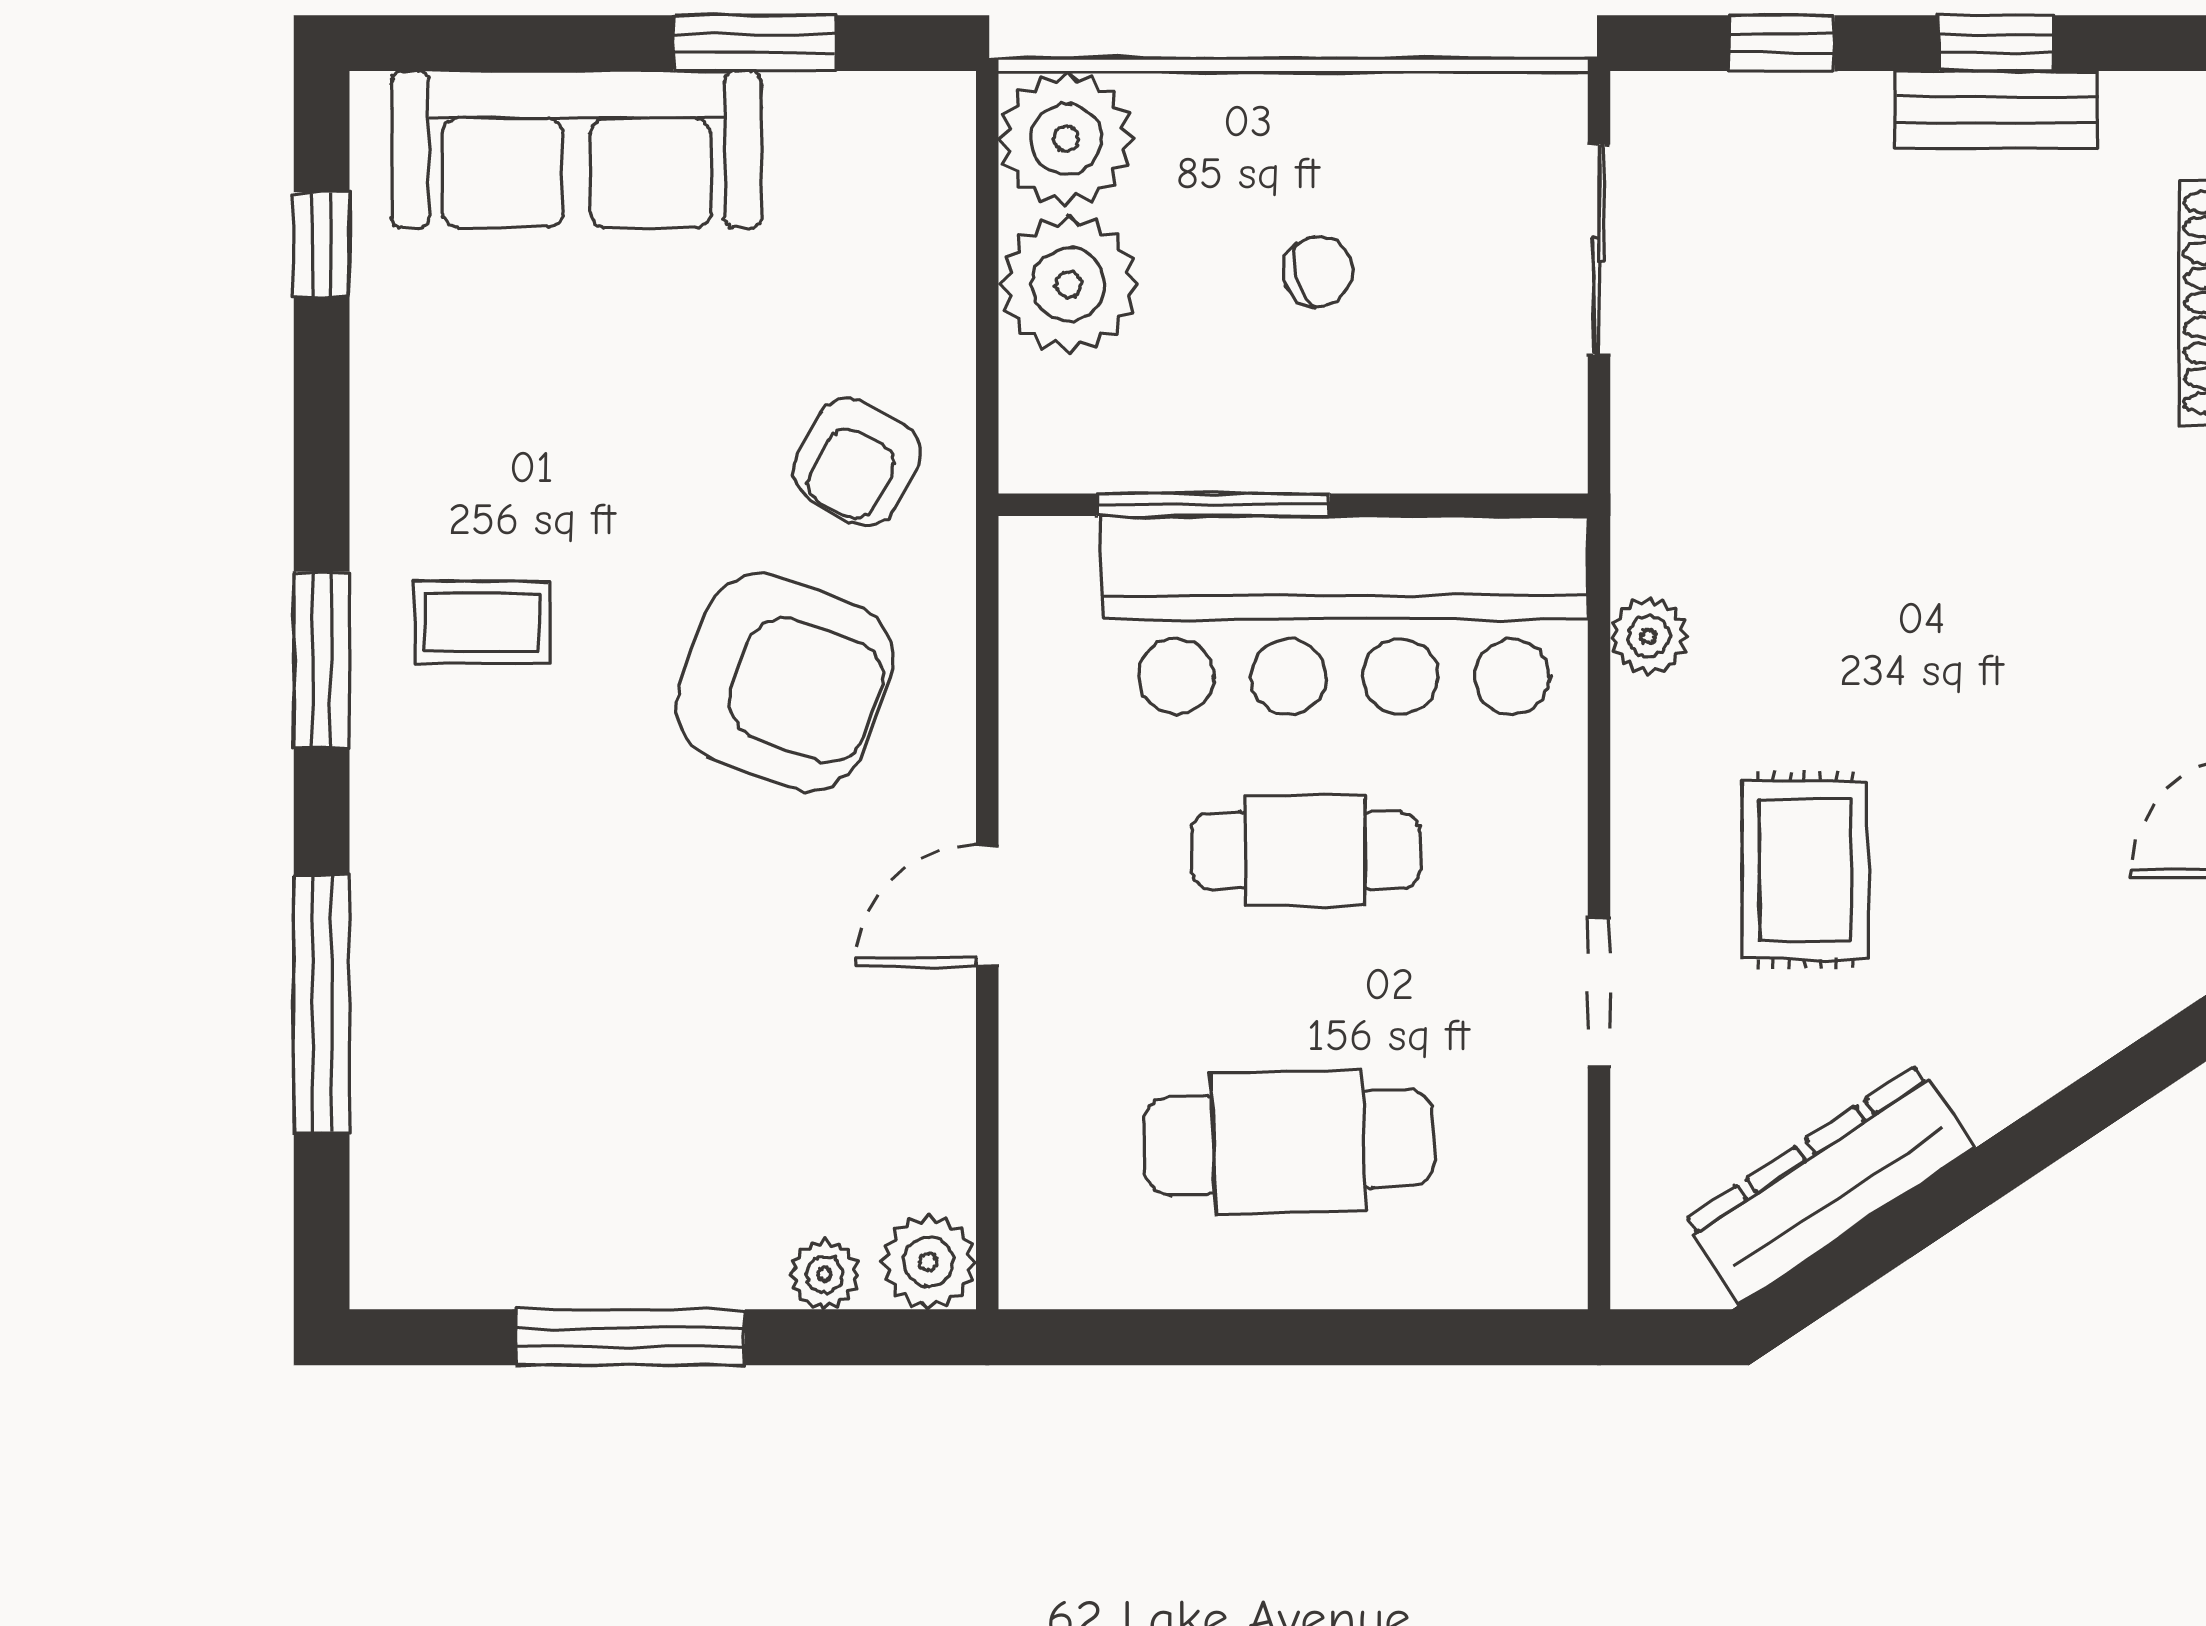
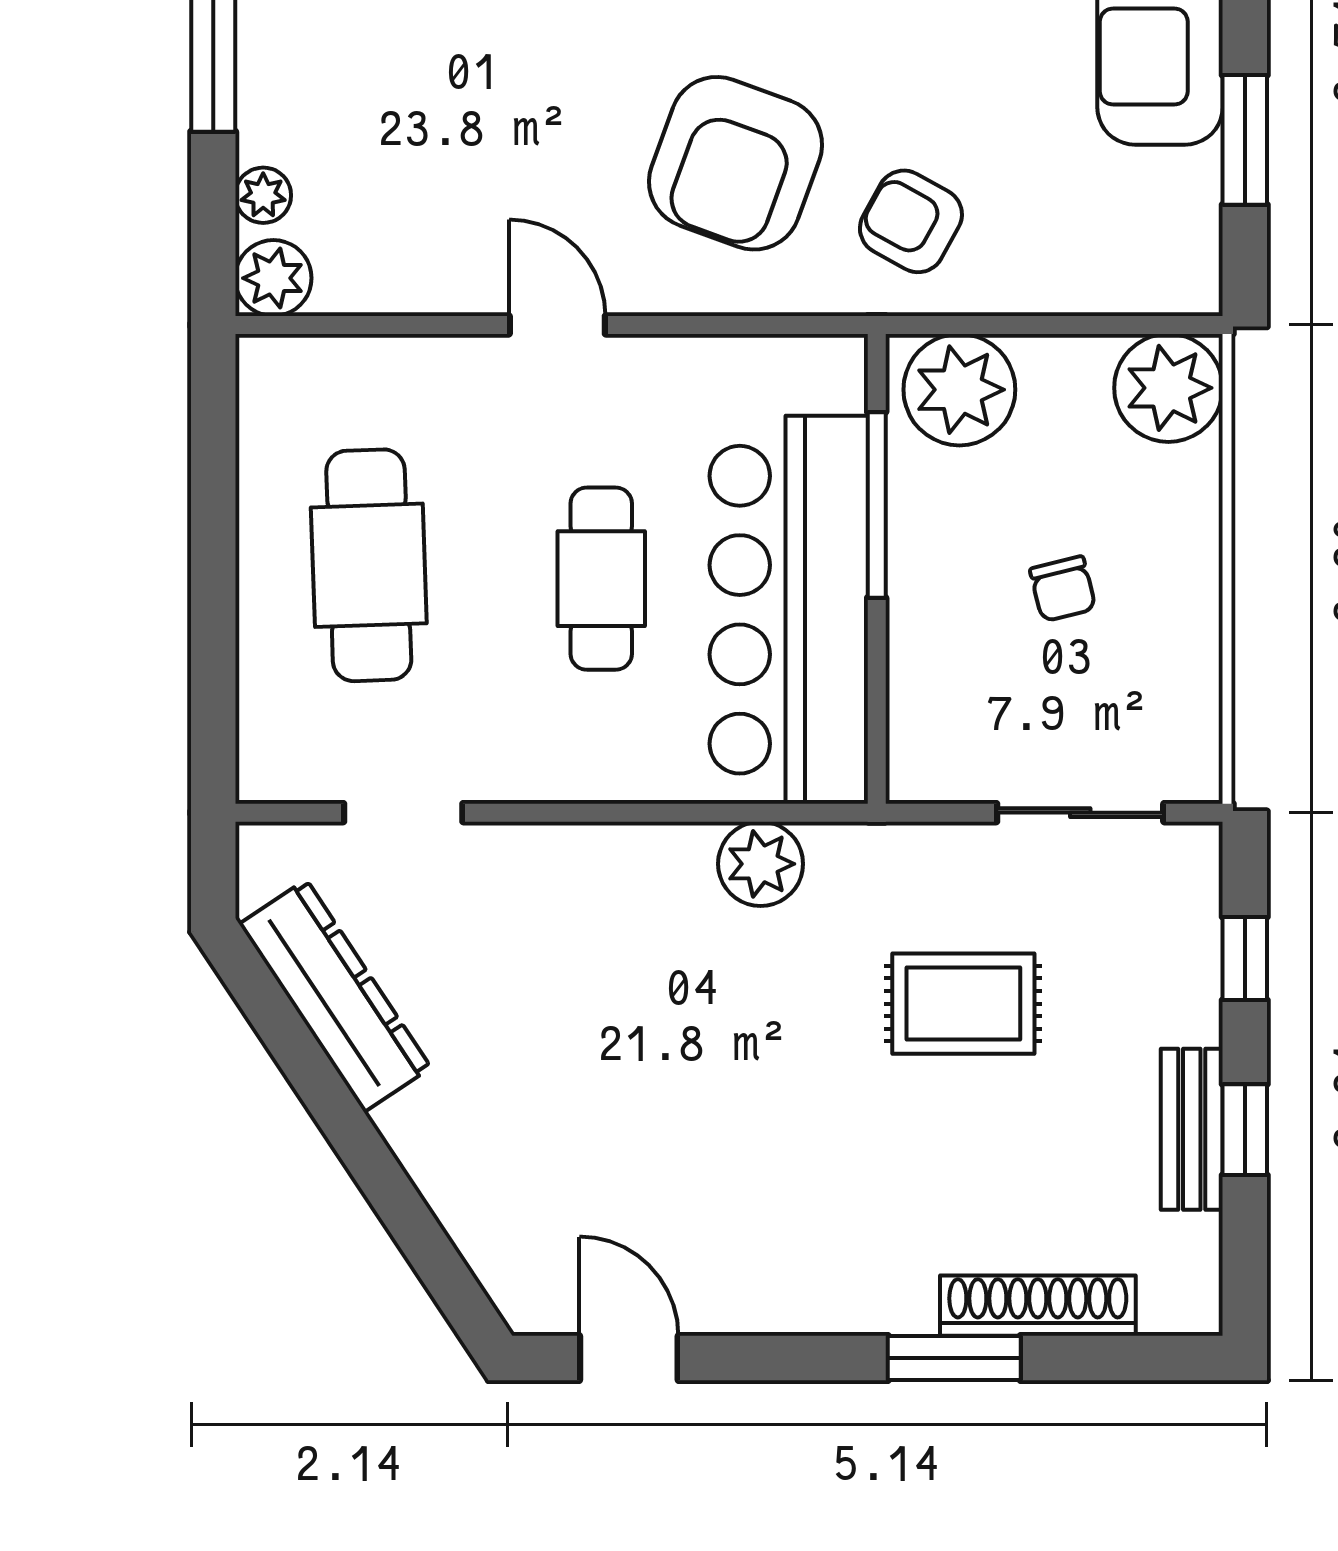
plant: (1068, 284) -> (959, 390), moved
plant: (1649, 636) -> (761, 864), width x1.38, depth x1.38
rug: (1805, 870) -> (963, 1004), moved
doorway: (1599, 992) -> (403, 813), moved

